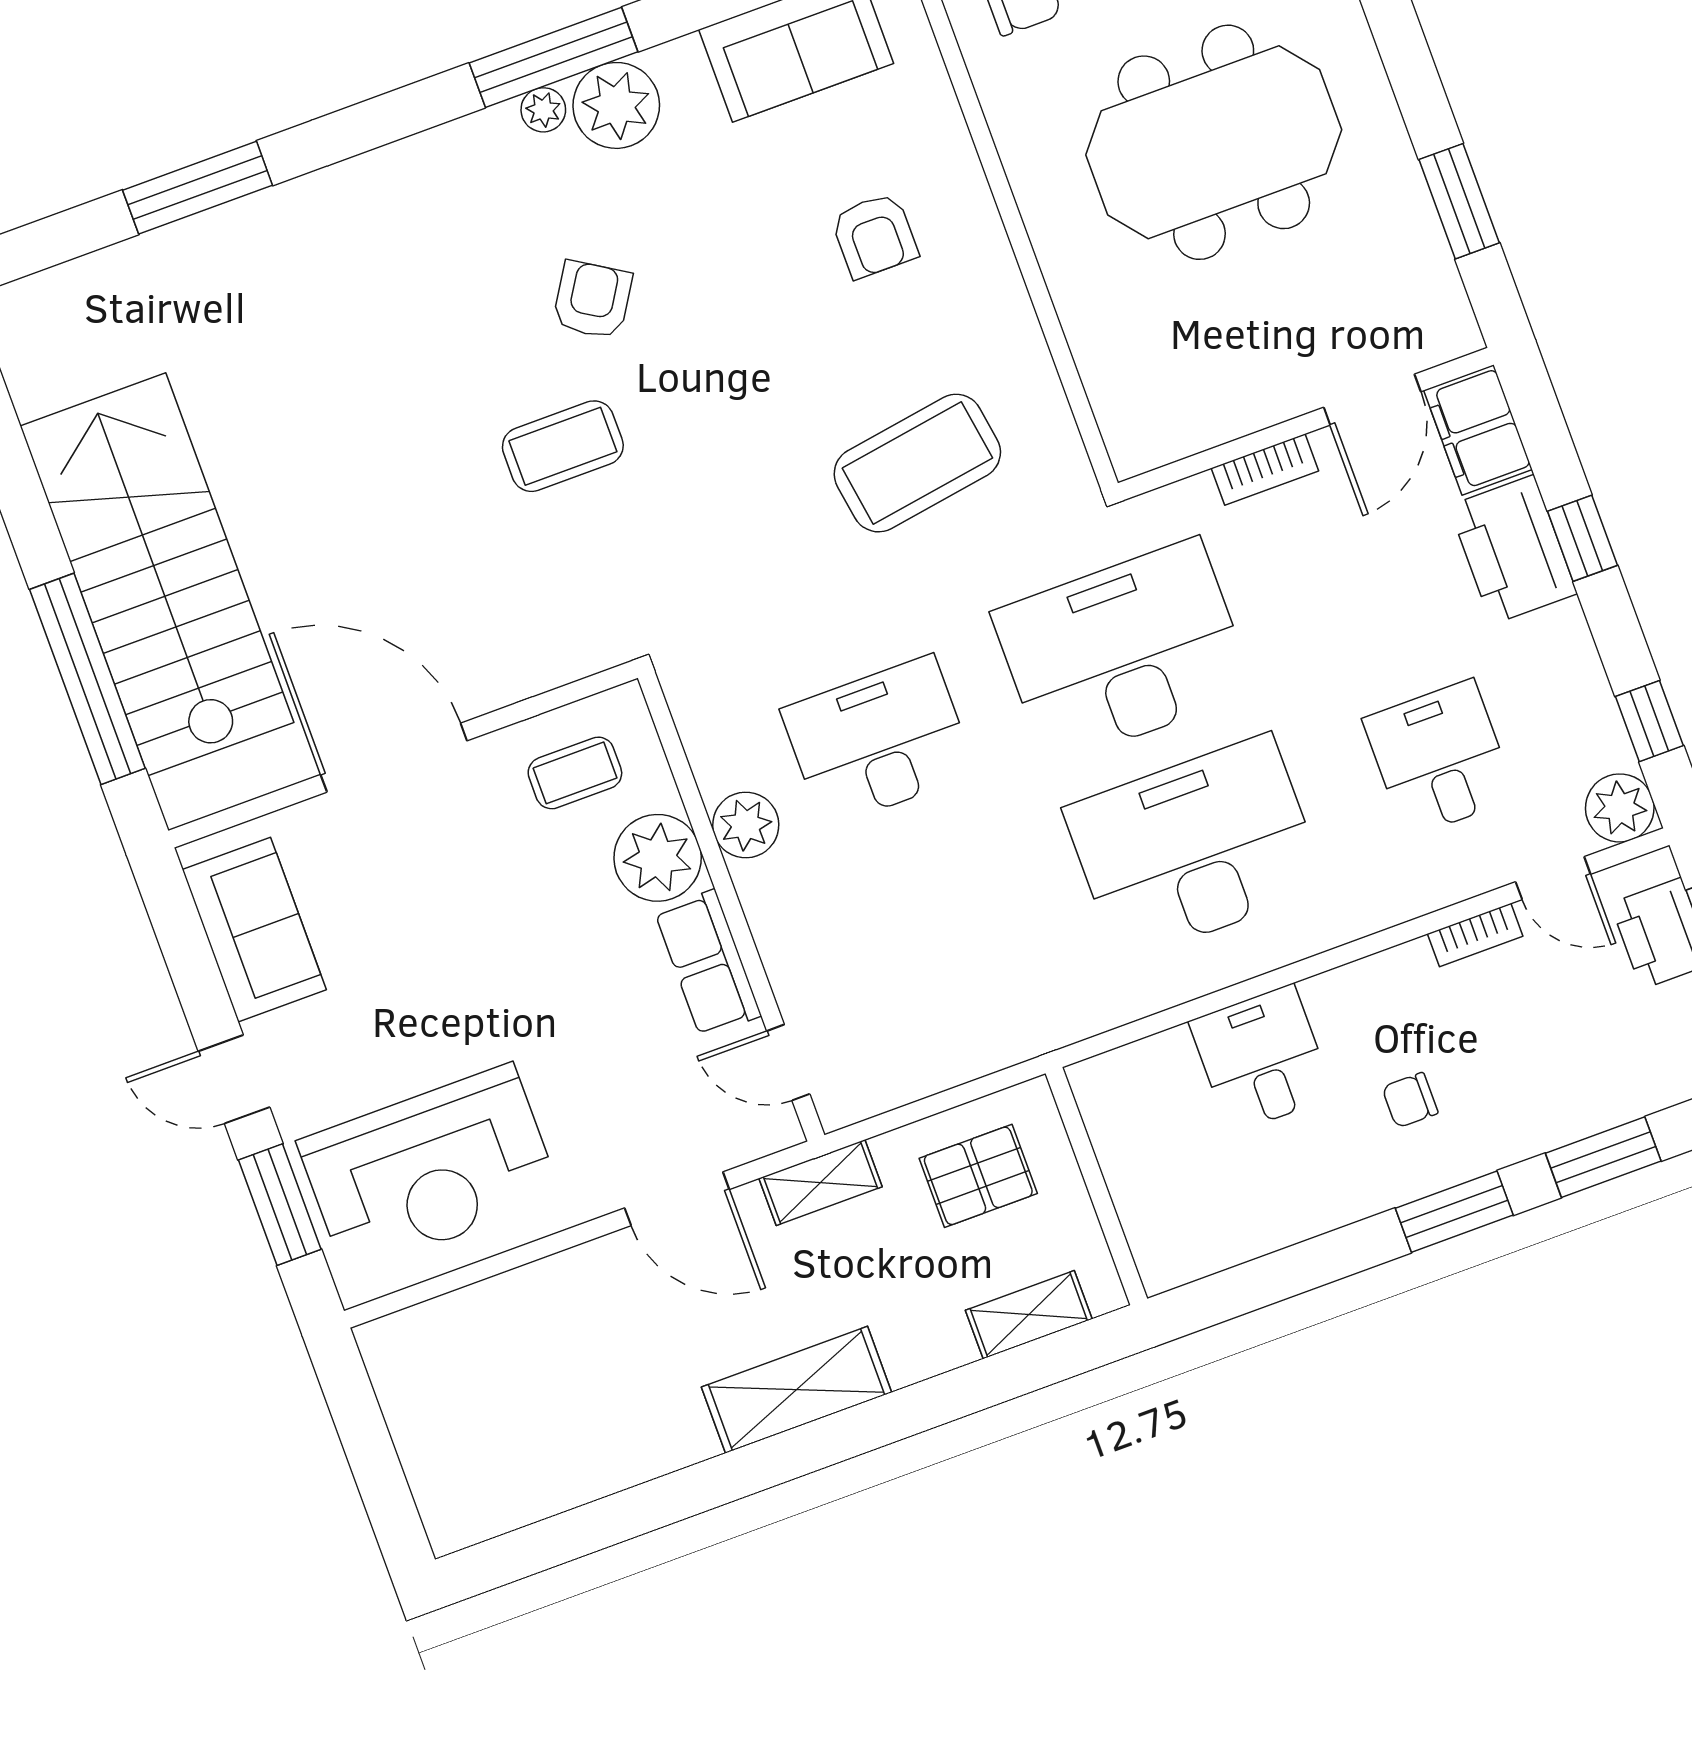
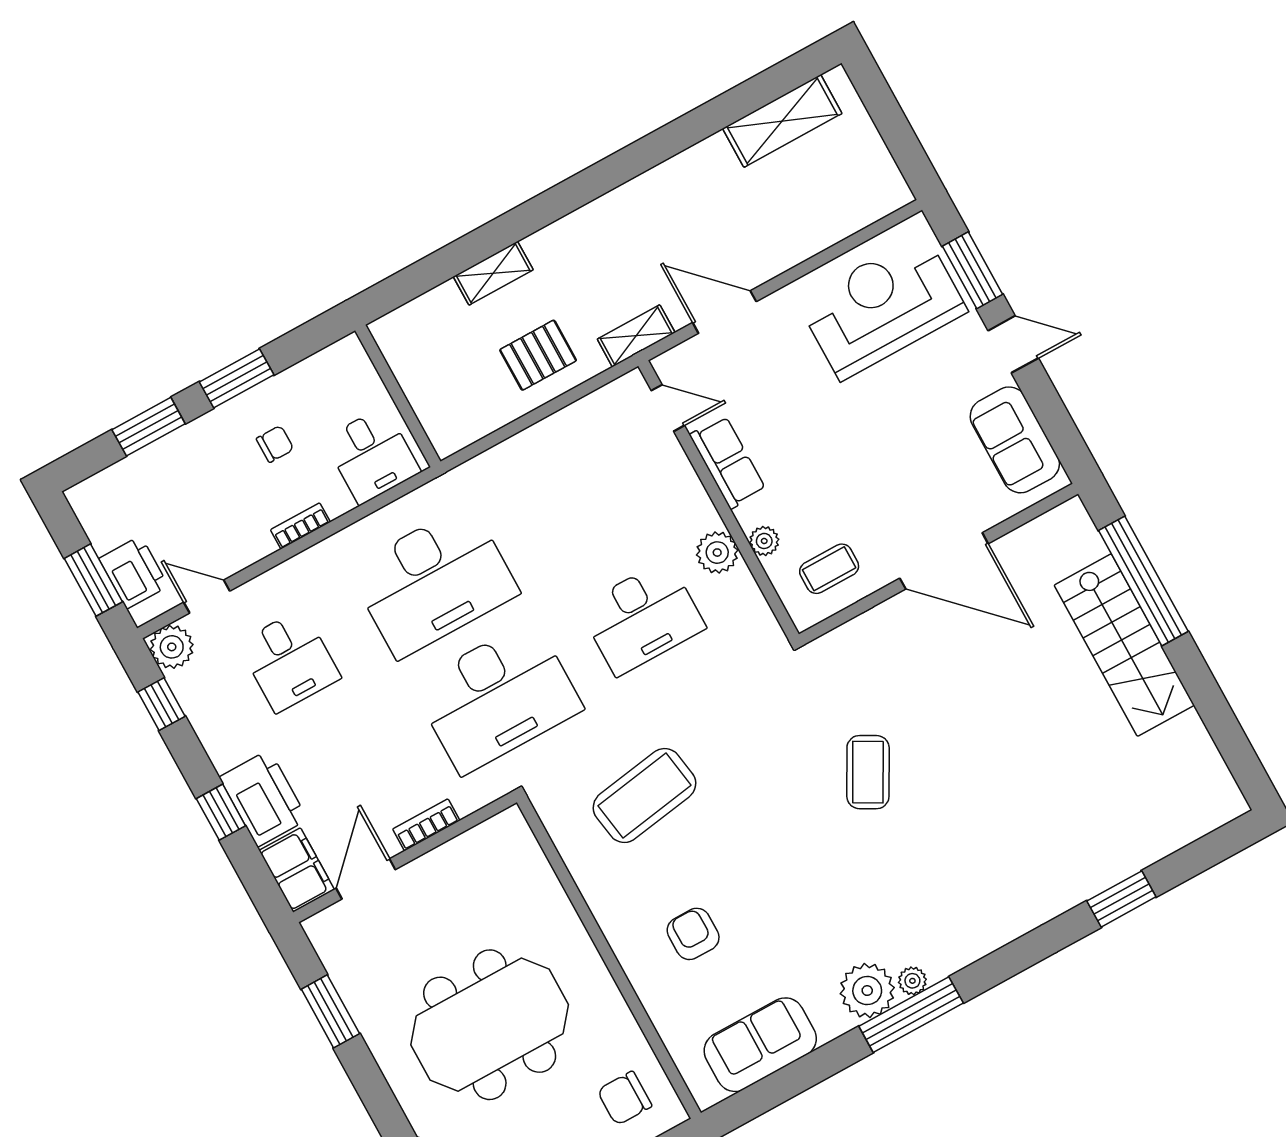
window: (198, 188) -> (1121, 899), width x0.69
armchair: (592, 300) -> (864, 867), removed
coffee table: (563, 446) -> (868, 772), turned -61
stairs: (157, 574) -> (1124, 645), width x0.73, depth x0.66
plant: (658, 858) -> (764, 541), width x0.53, depth x0.53
bookcase: (1475, 935) -> (300, 526), moved
wall: (1096, 1186) -> (398, 396), moved
shelving: (796, 1390) -> (782, 121), moved

